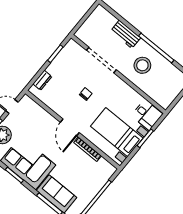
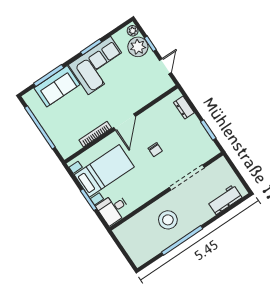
workbench: (126, 34) -> (225, 200), moved
door: (70, 127) -> (124, 122), swing flipped

